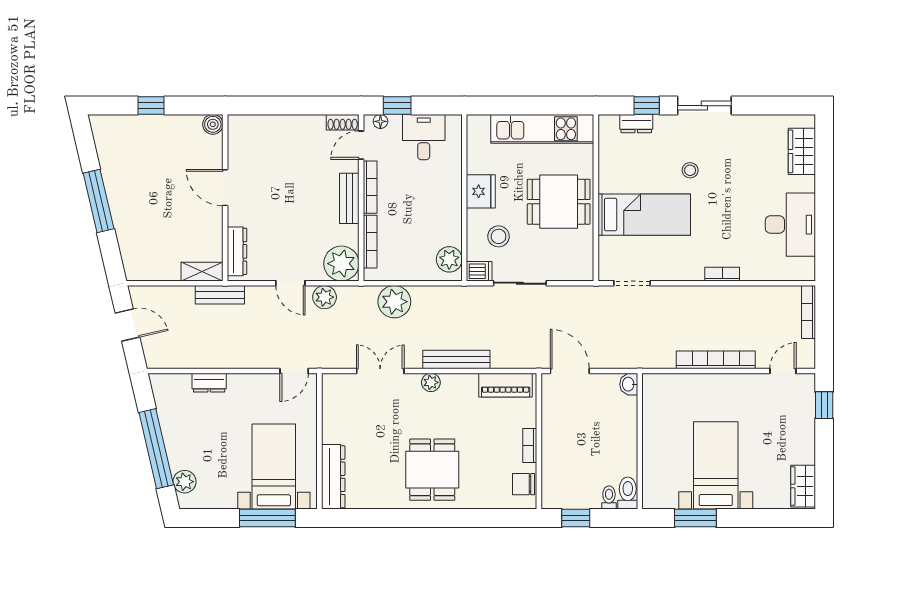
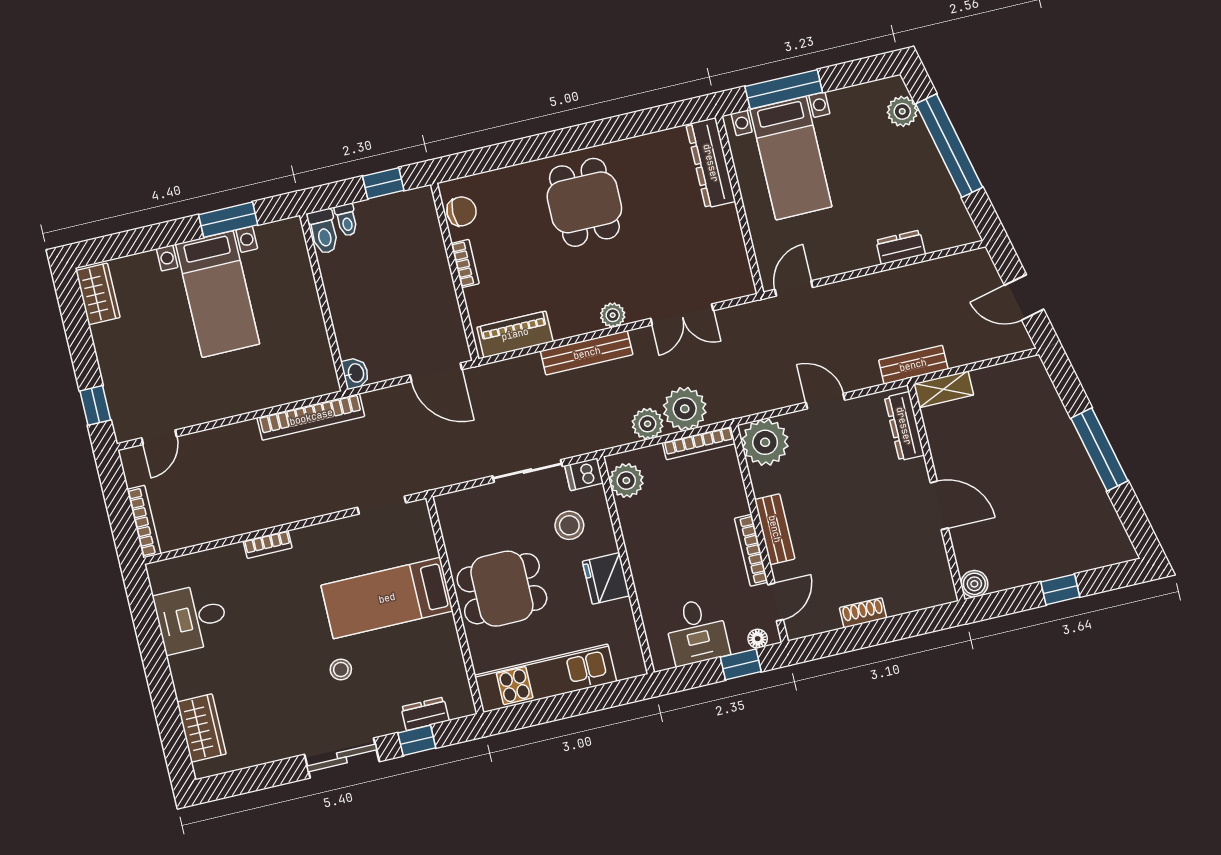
shoe rack: (343, 122) -> (863, 613), moved
desk: (790, 225) -> (191, 618), width x0.73
bookcase: (370, 242) -> (699, 443), moved, turned -90
plant: (325, 297) -> (648, 424), moved
bookcase: (716, 360) -> (311, 417), moved

